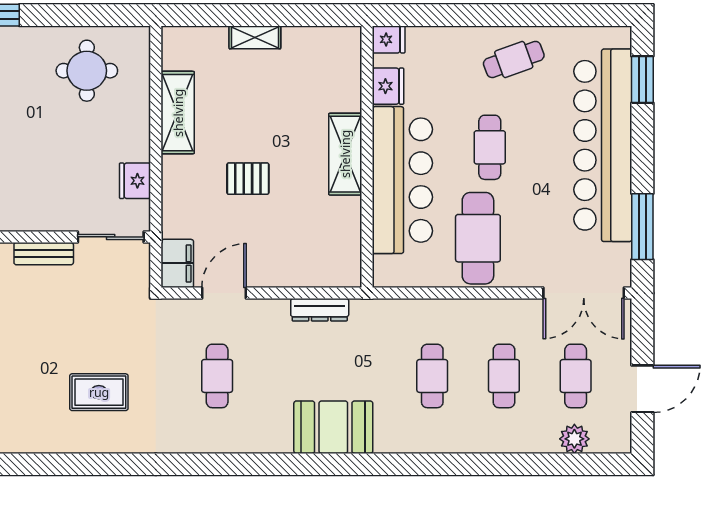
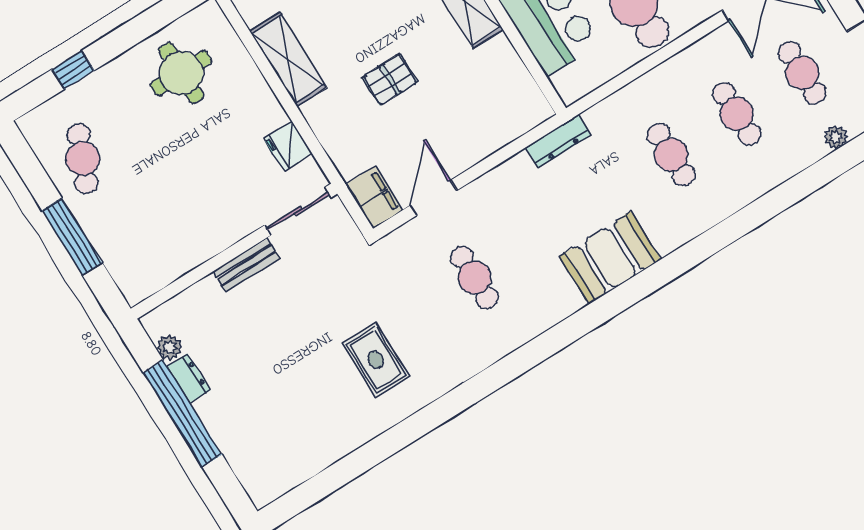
dresser: (320, 310) -> (558, 141), moved
rug: (99, 392) -> (376, 360), turned 90
plant: (574, 439) -> (836, 137), width x0.73, depth x0.73

